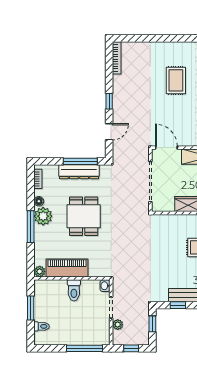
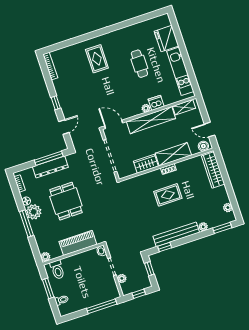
rug: (176, 80) -> (97, 59), moved
piano: (67, 268) -> (78, 243), moved
toilet: (74, 290) -> (57, 270), moved

